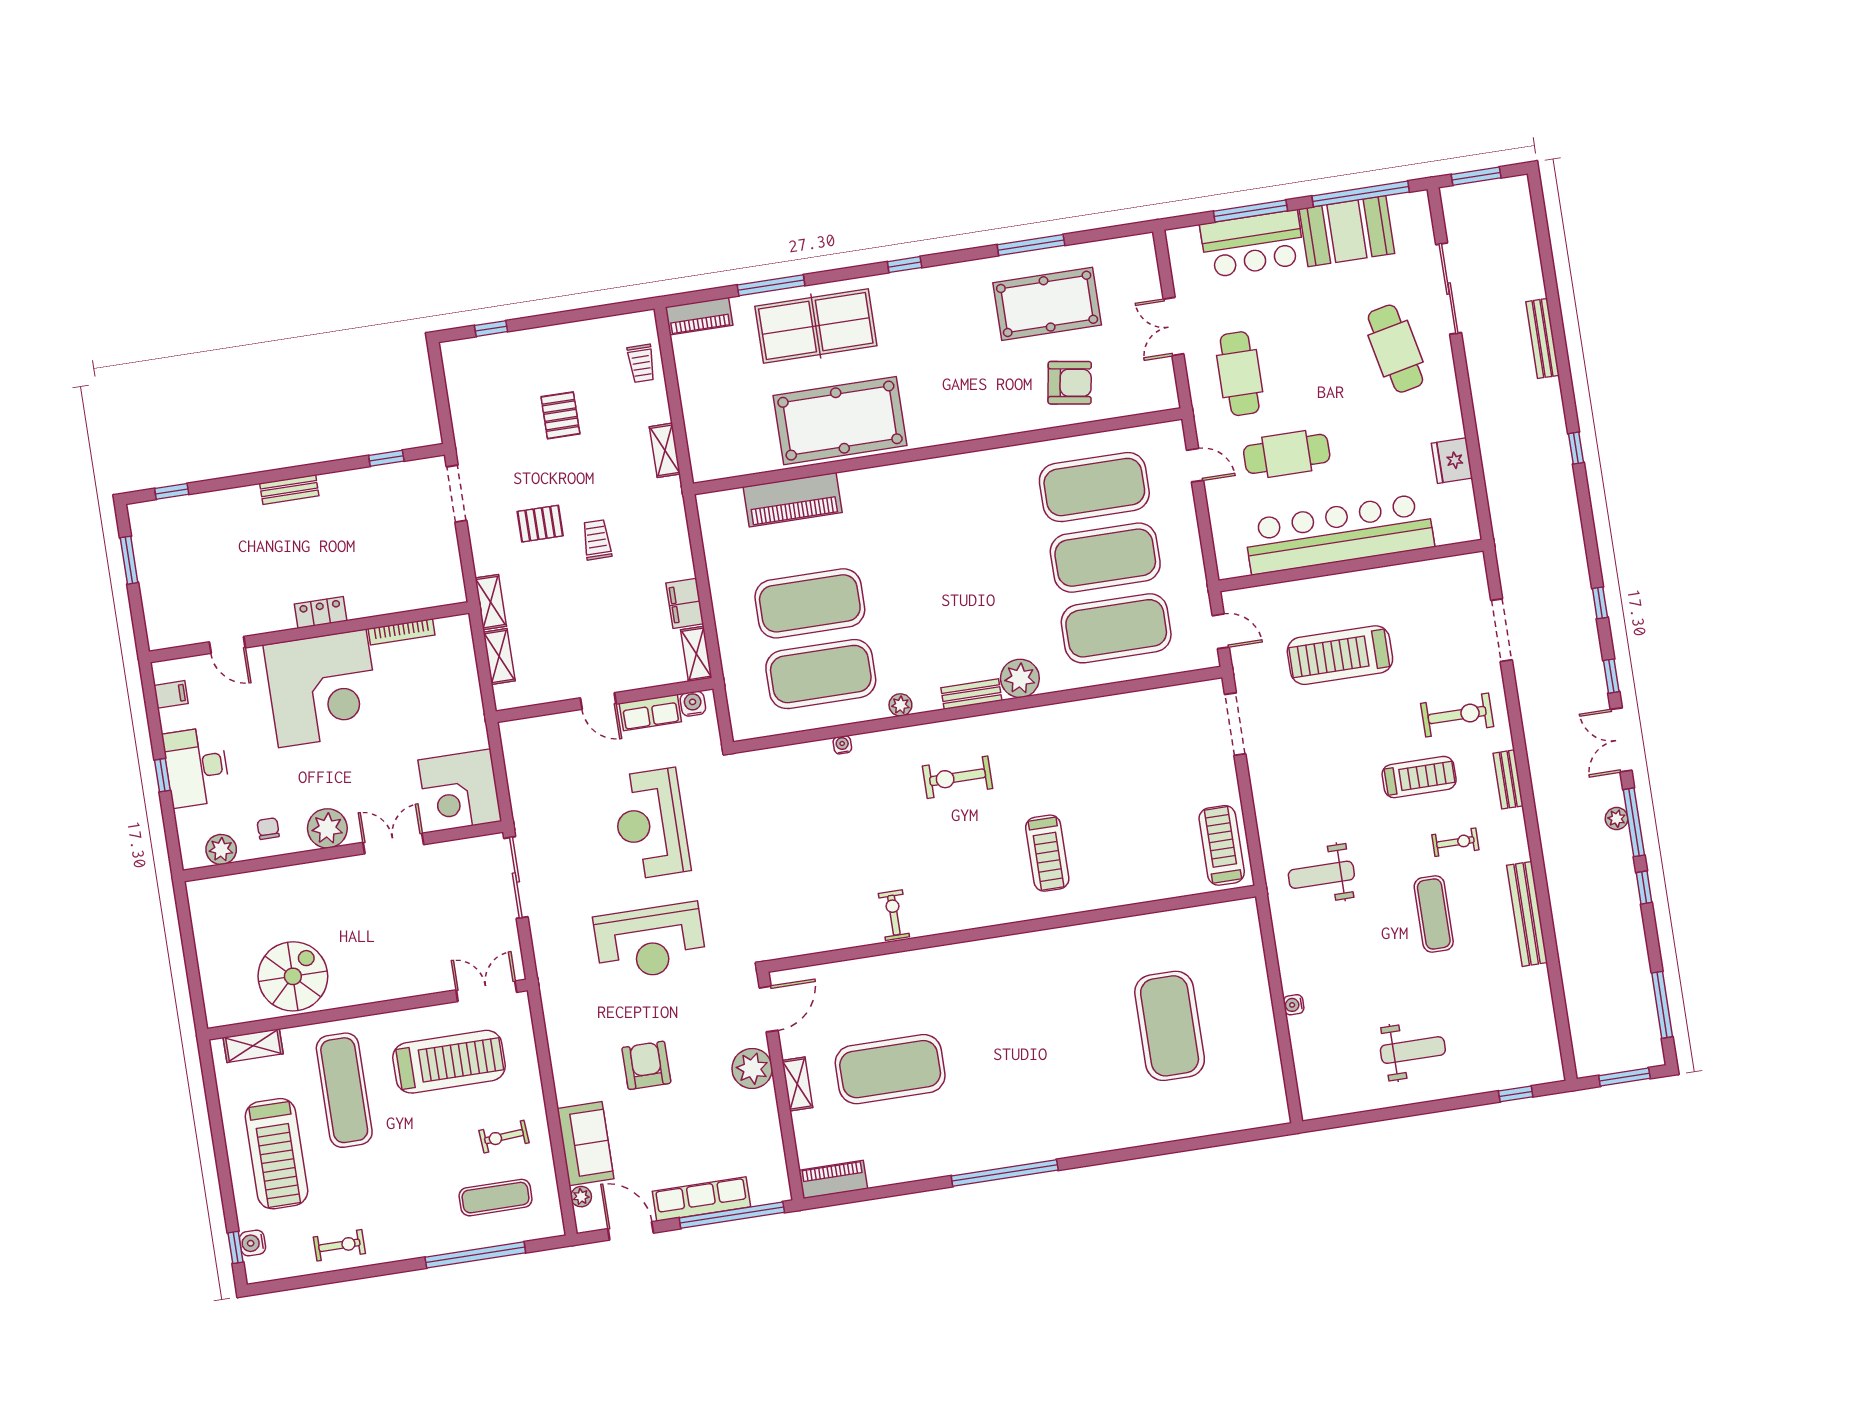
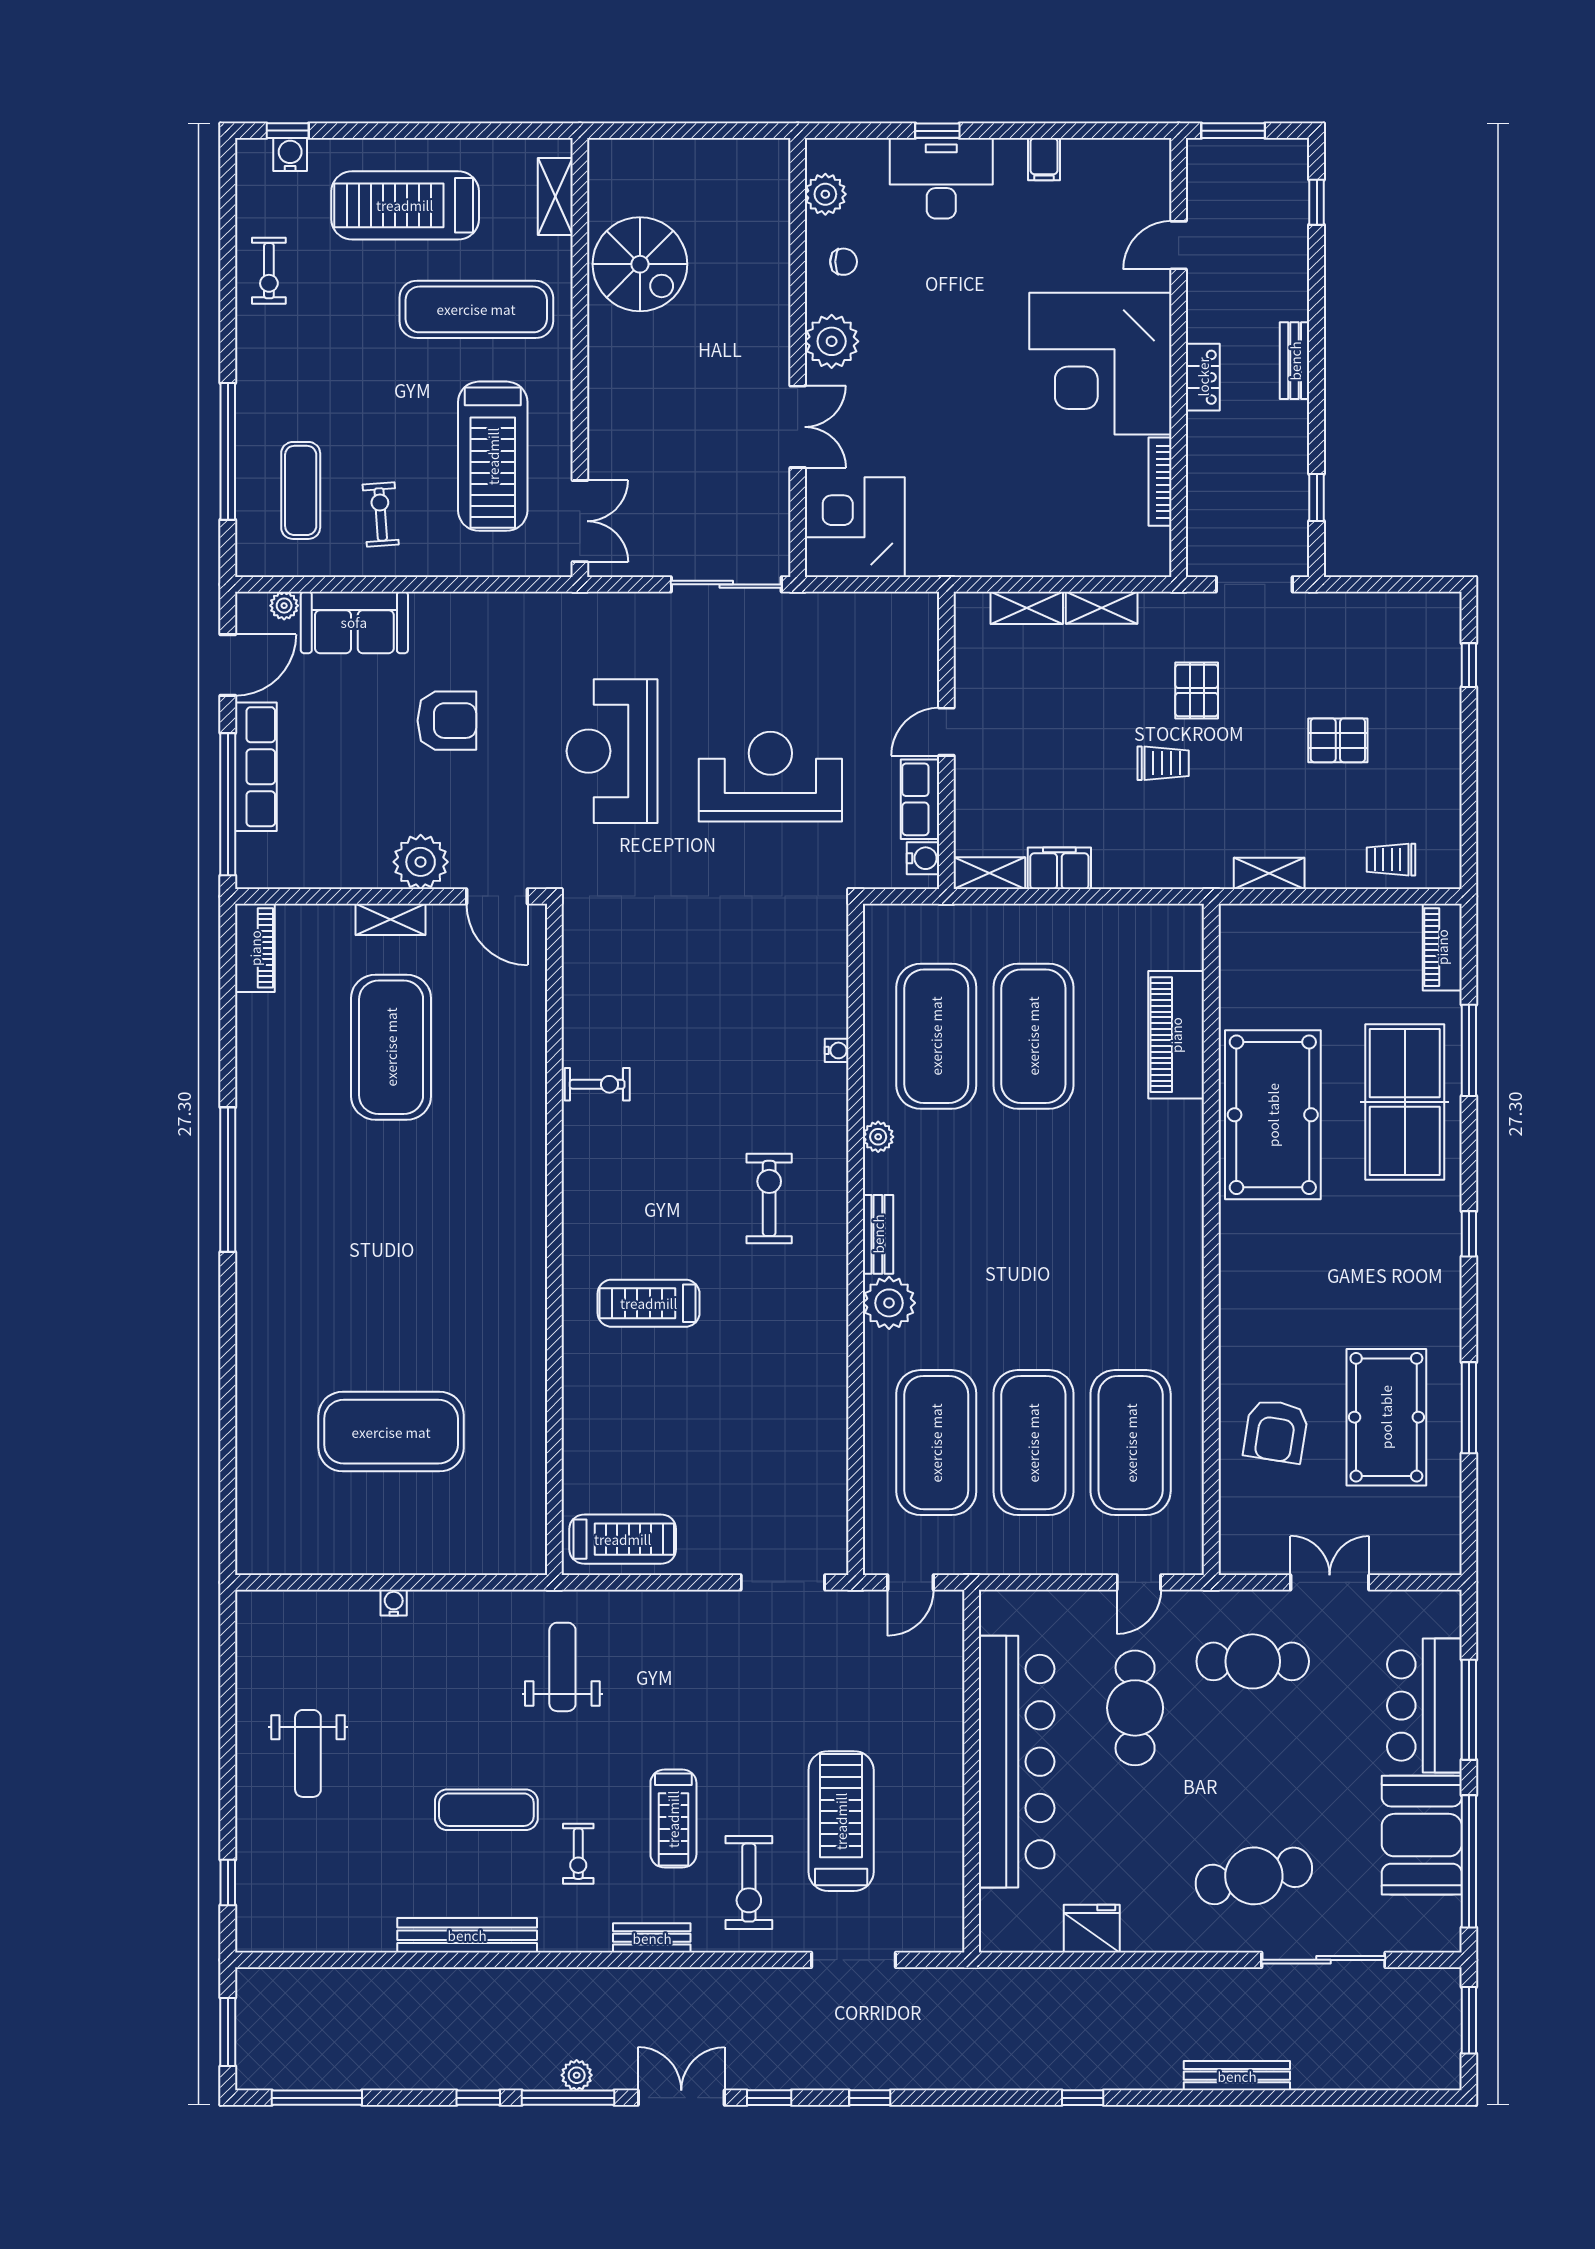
locker: (321, 612) -> (1203, 377), moved
wall: (309, 632) -> (1179, 358), moved
bookcase: (401, 632) -> (1160, 482), moved
door: (227, 645) -> (1179, 245), moved
treadmill: (1340, 655) -> (841, 1821), moved
corner desk: (322, 688) -> (1100, 364), moved

